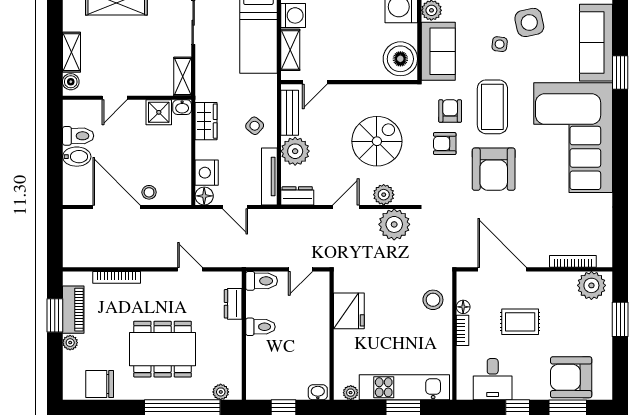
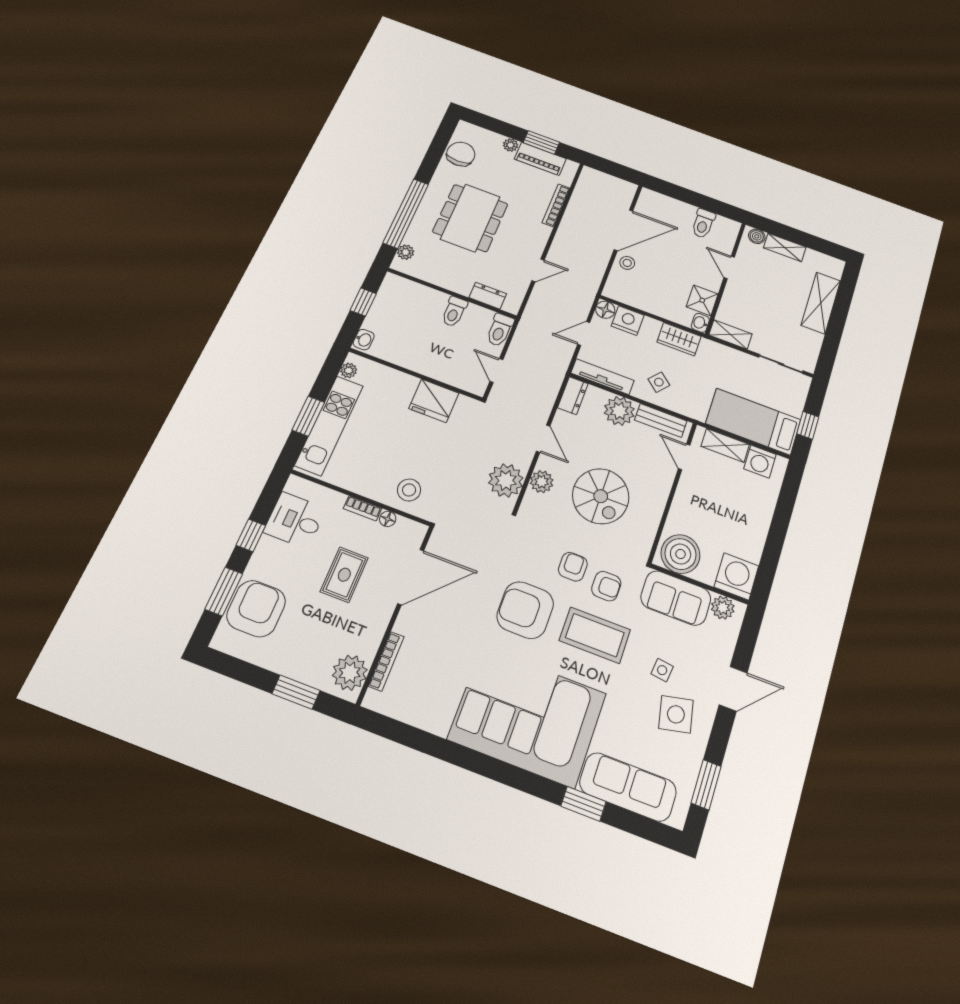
bidet: (77, 157) -> (684, 215), removed

